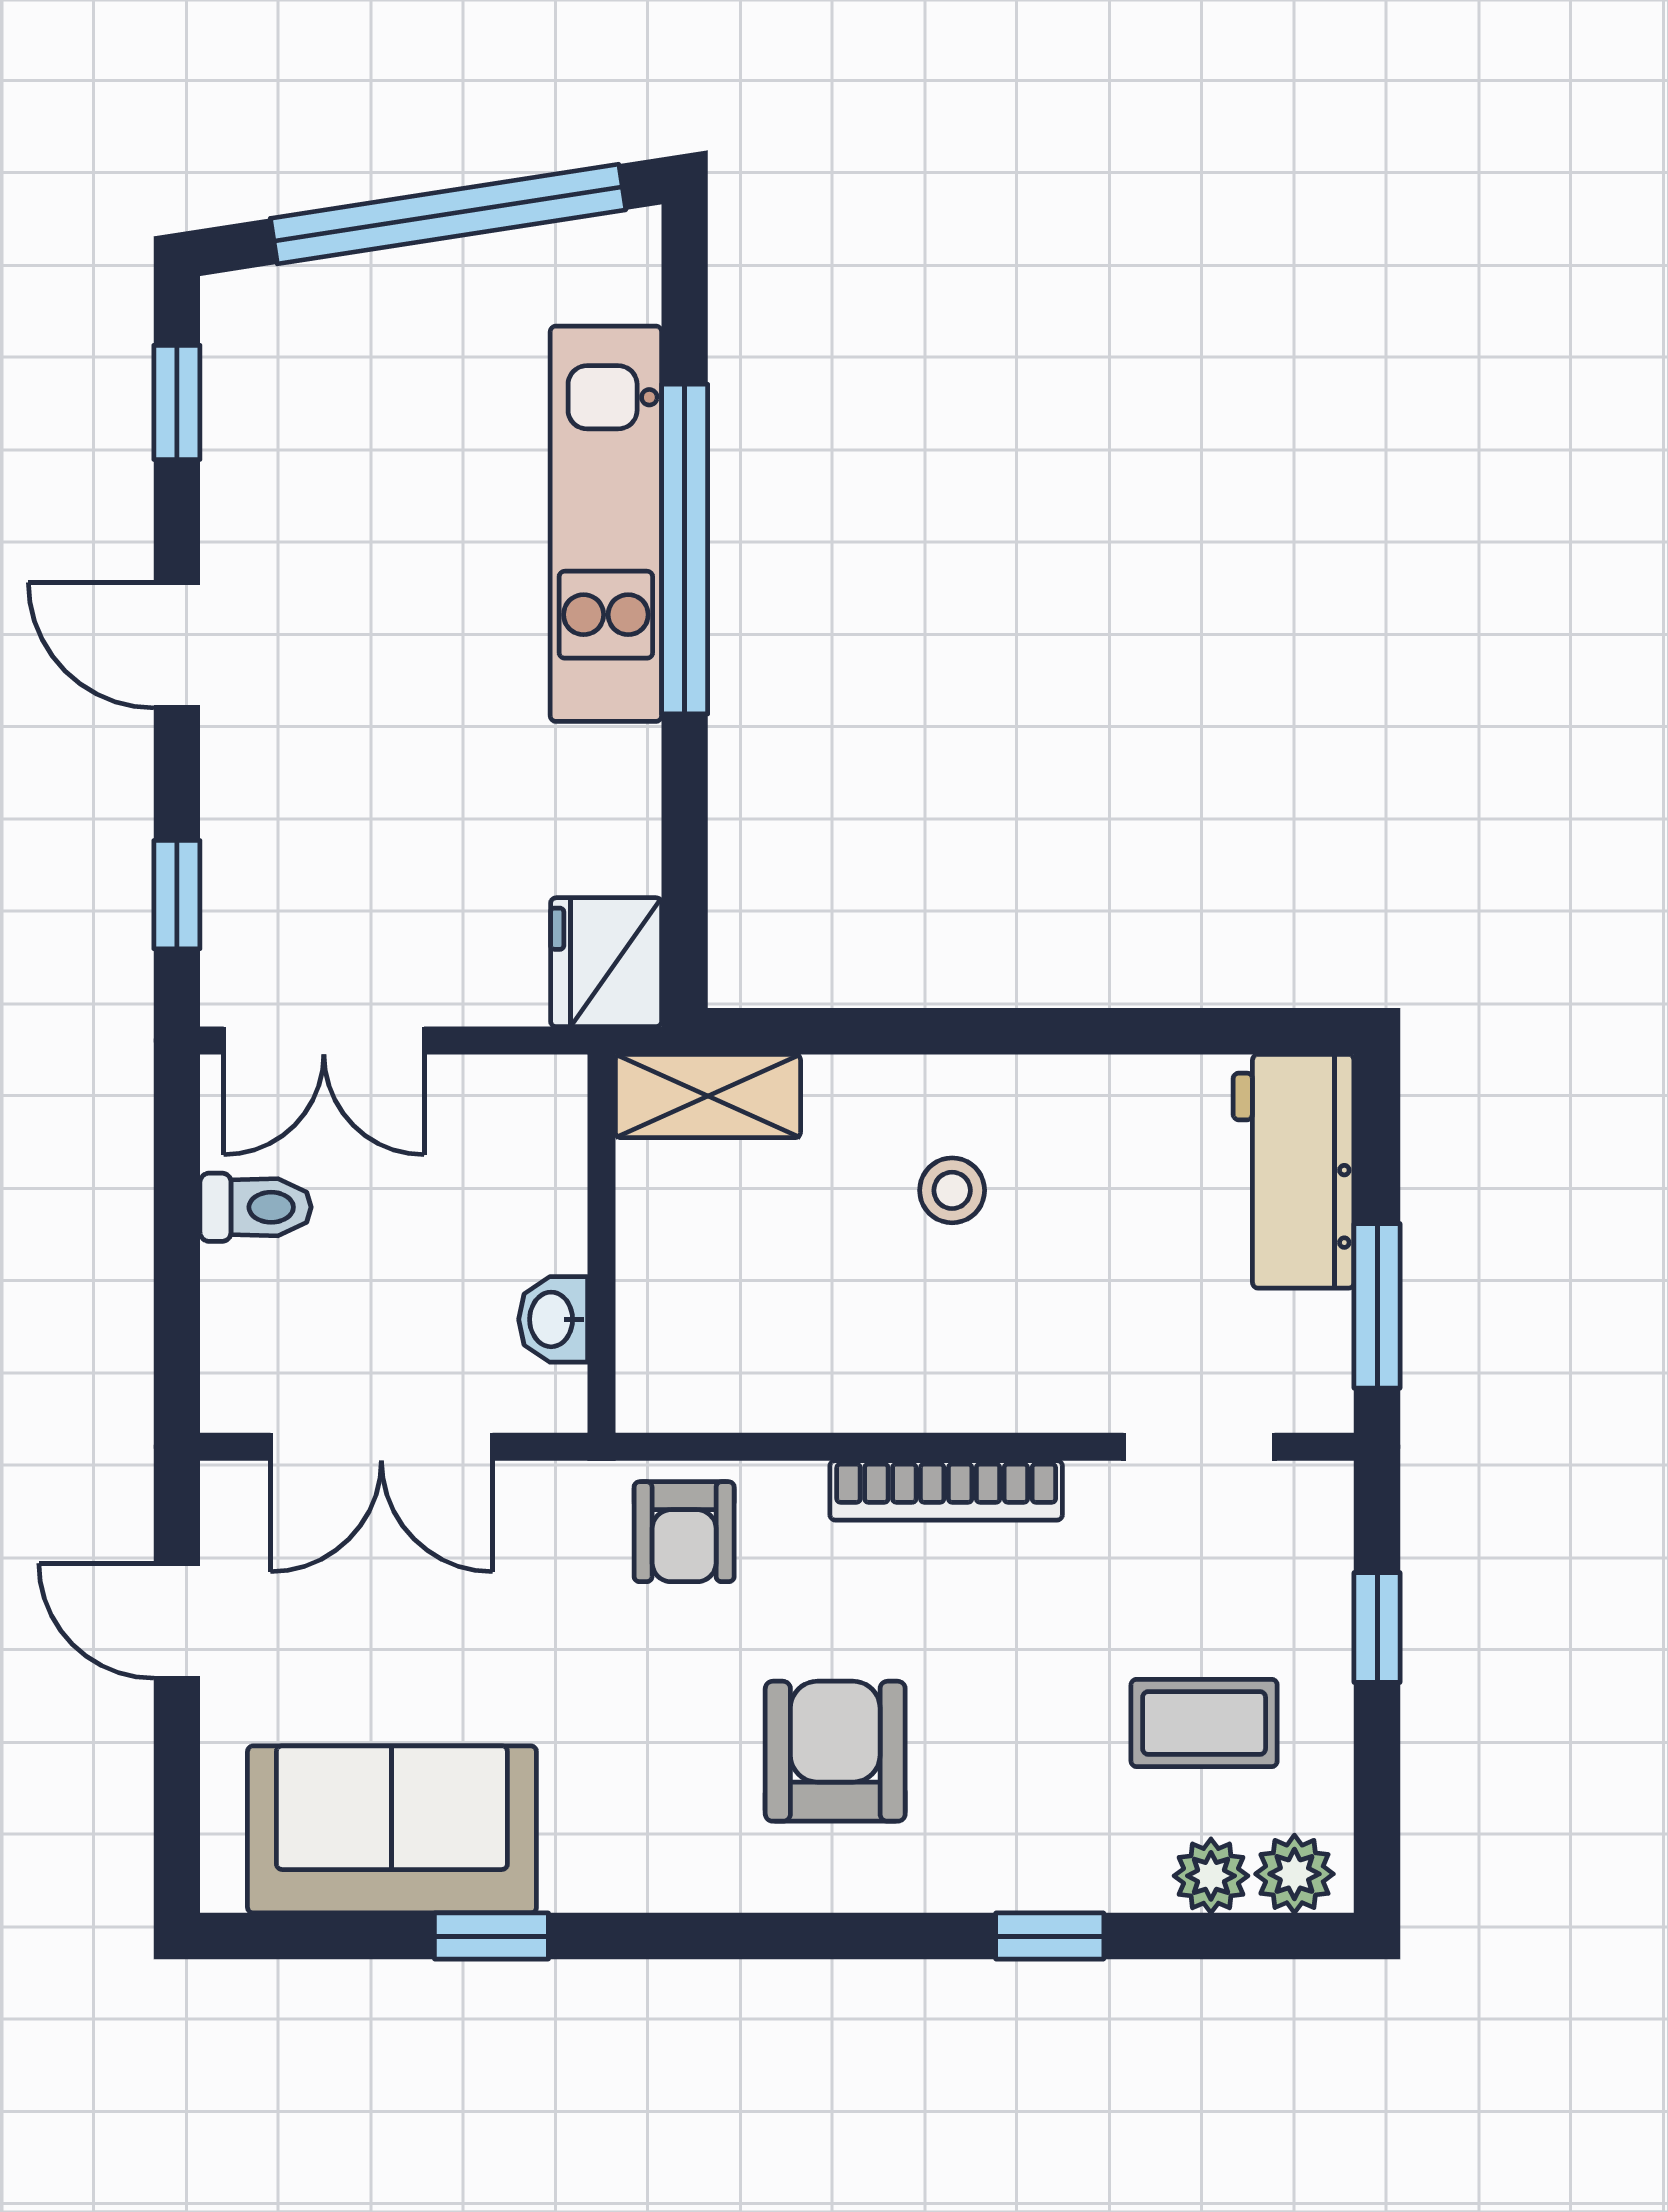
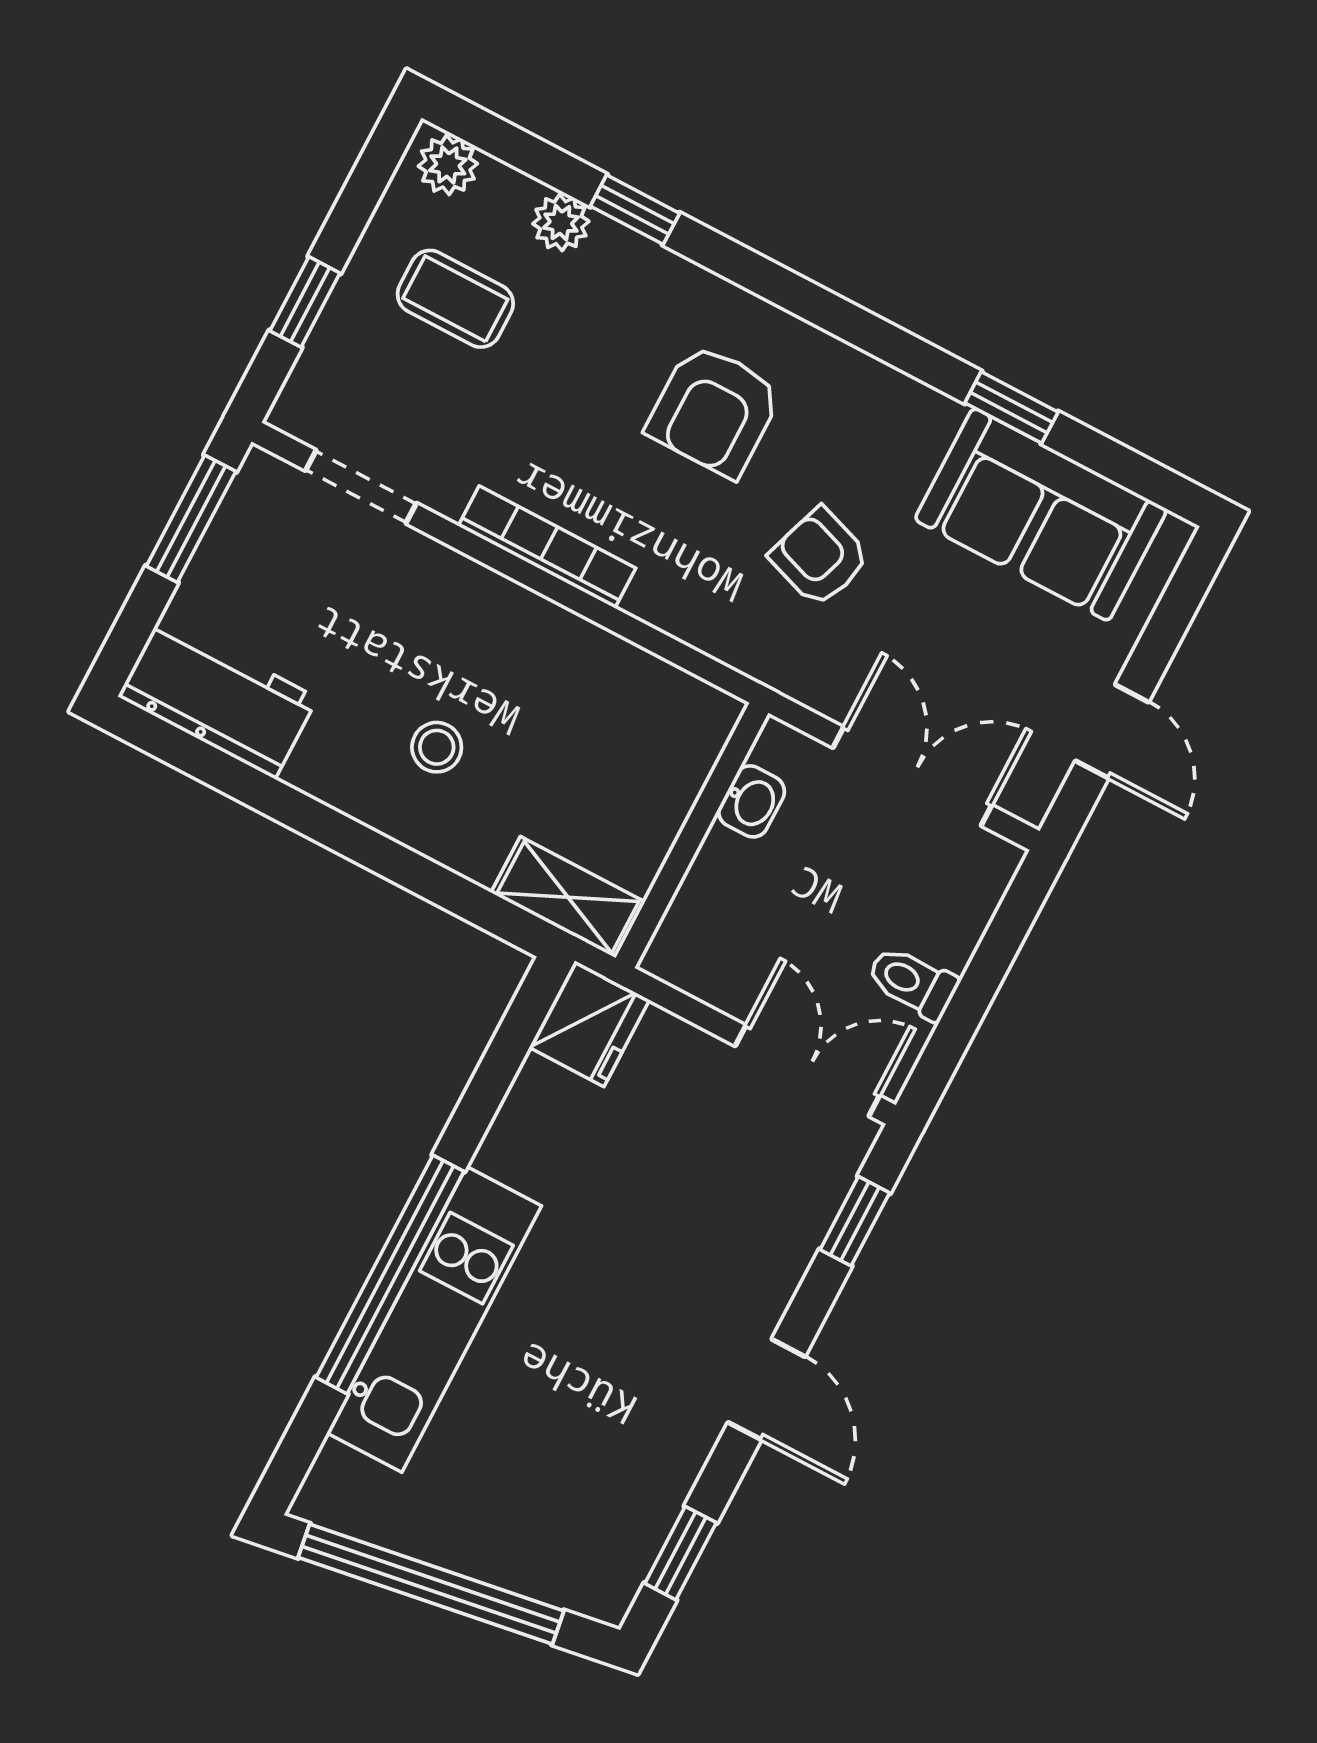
workbench: (1294, 1171) -> (218, 697), moved, turned -90
armchair: (684, 1532) -> (820, 557), moved, turned -71
plant: (1211, 1876) -> (561, 223), moved

